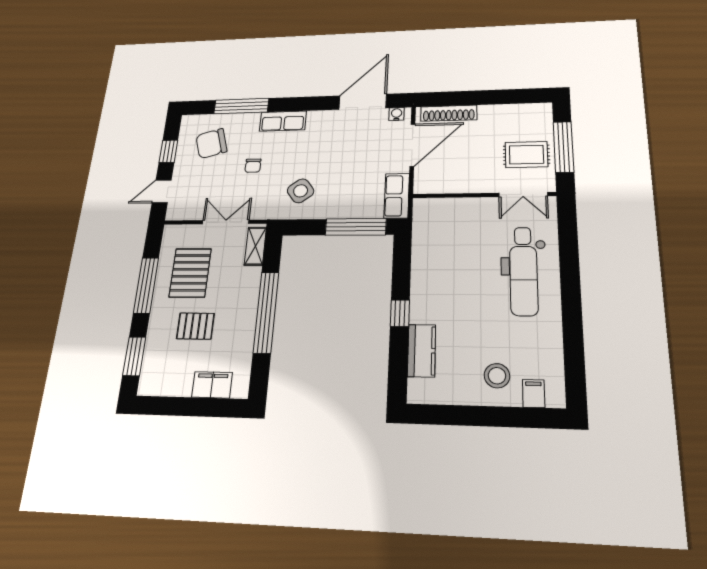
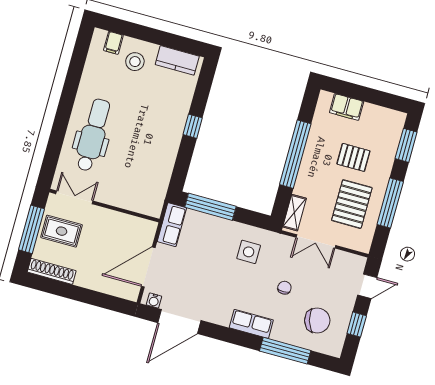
shoe rack: (449, 113) -> (52, 271), moved
side table: (301, 191) -> (249, 252), turned 37
kitchen counter: (422, 351) -> (177, 60), moved, turned -90

